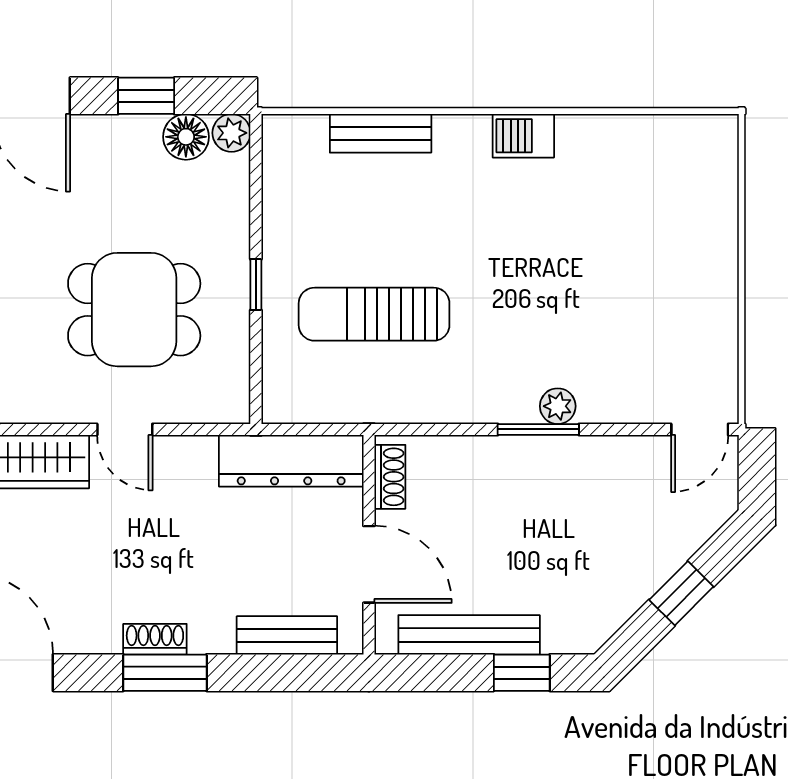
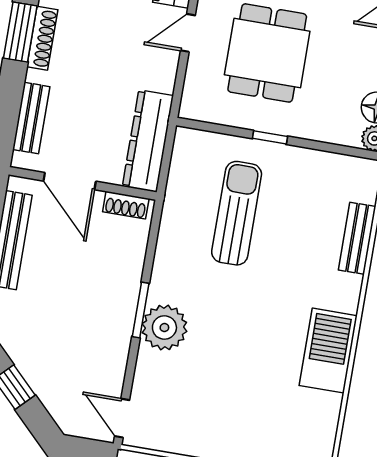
barbecue: (523, 136) -> (328, 351), width x1.88, depth x1.53
plant: (558, 406) -> (164, 328), width x1.88, depth x1.88
door: (369, 564) -> (70, 181), hinge flipped
shoe rack: (155, 639) -> (42, 38), width x1.43

